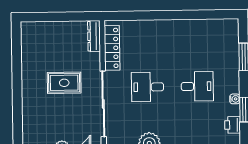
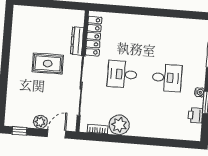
dresser: (94, 36) -> (77, 41), moved

